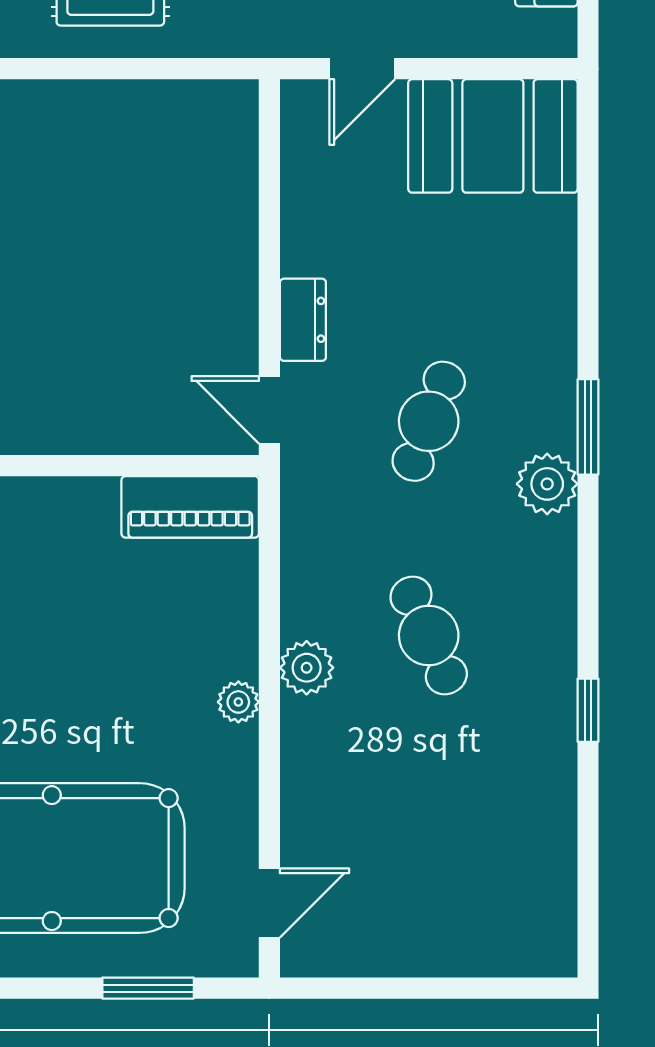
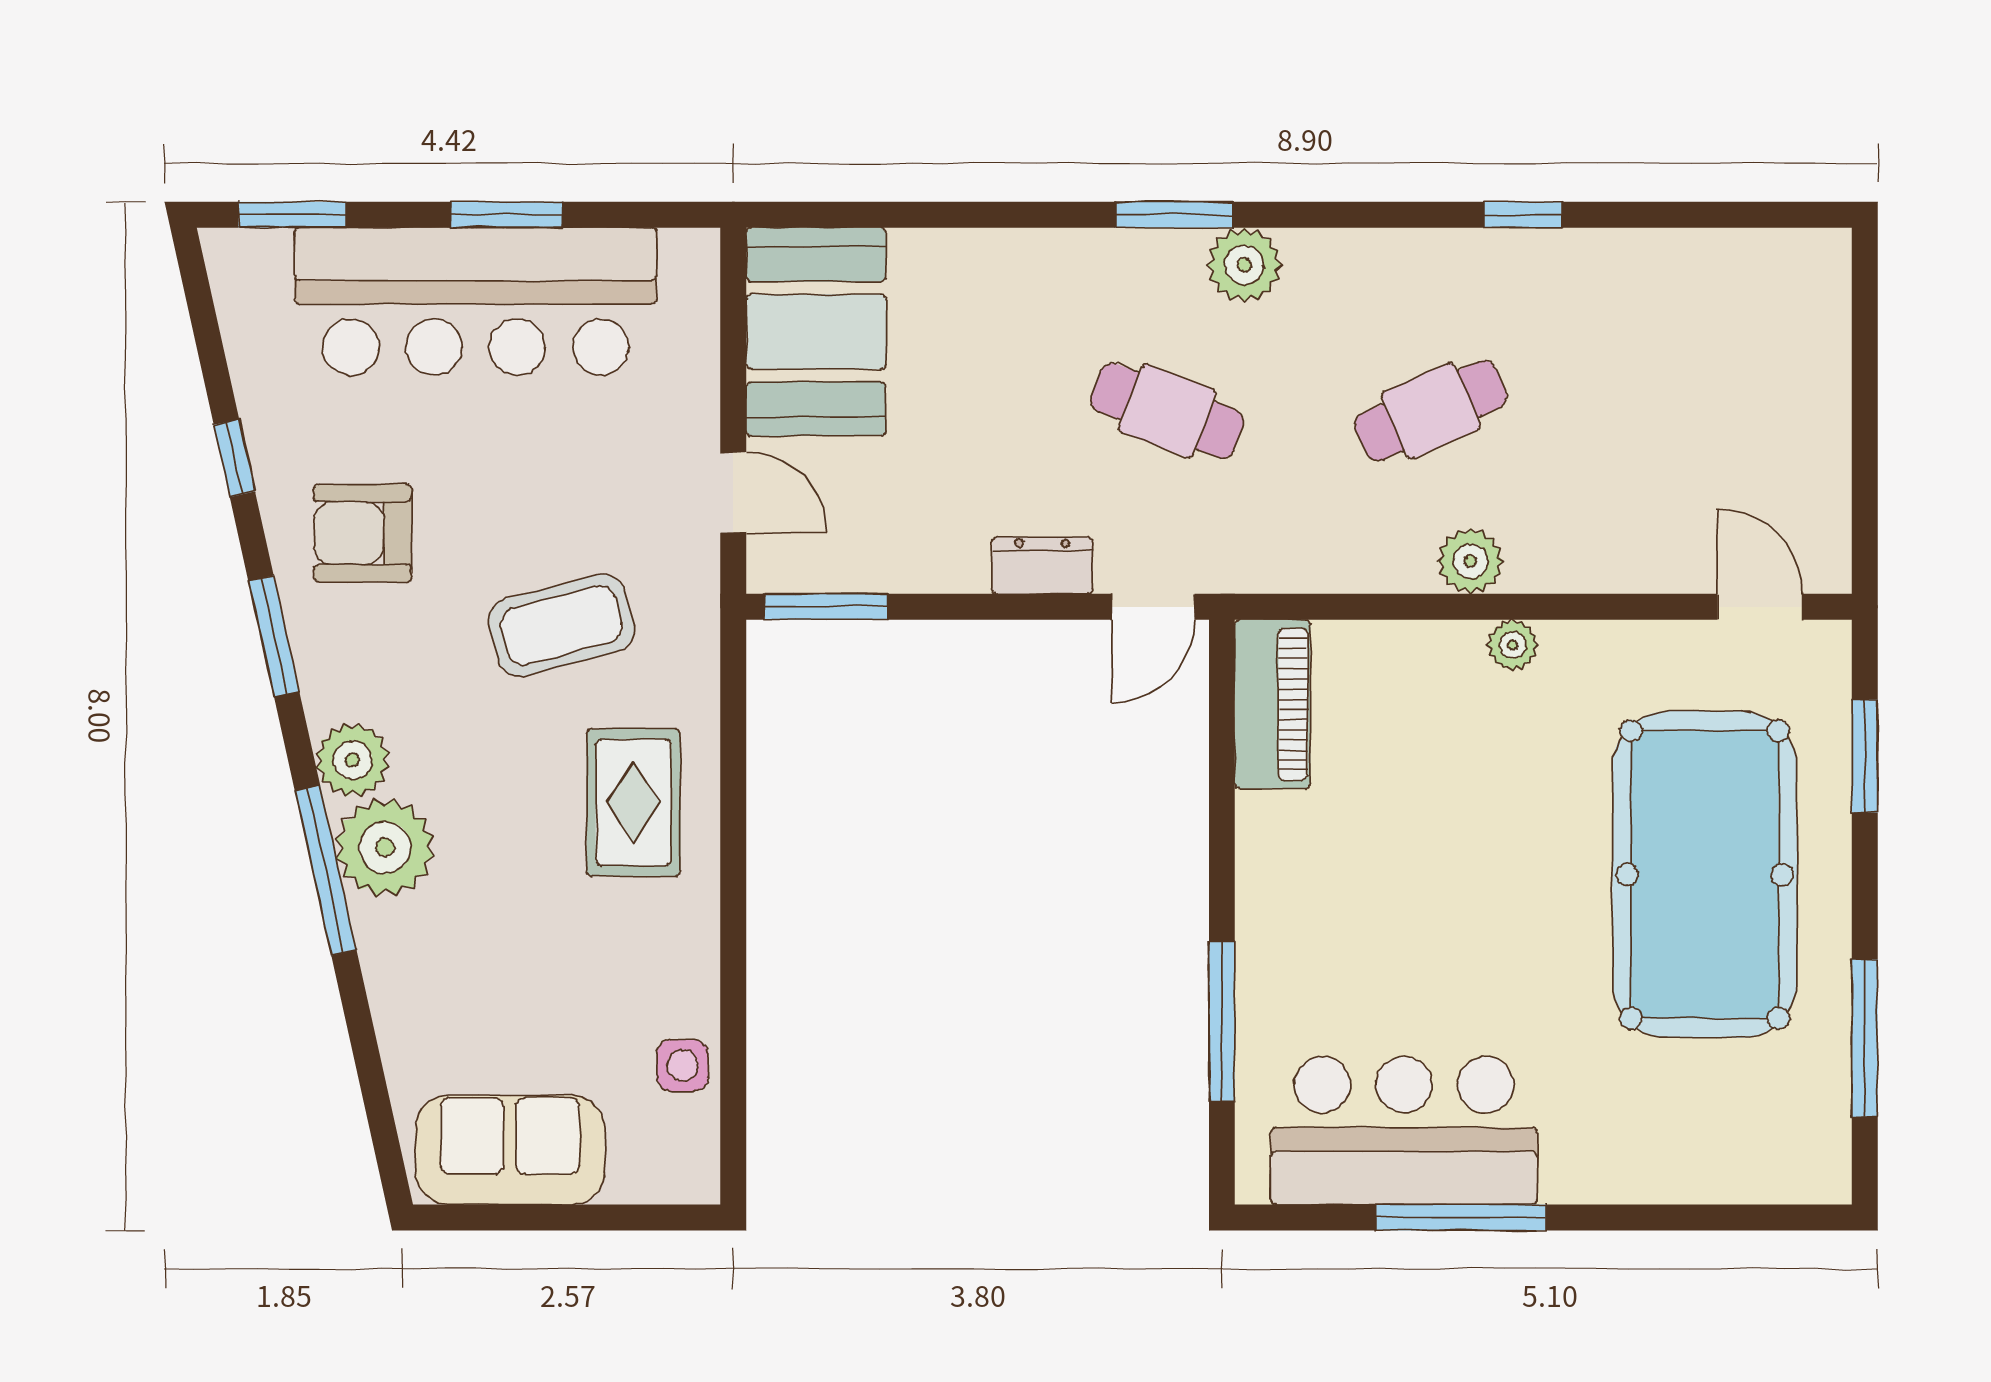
window: (269, 144) -> (826, 607), added

